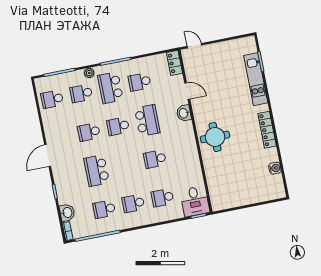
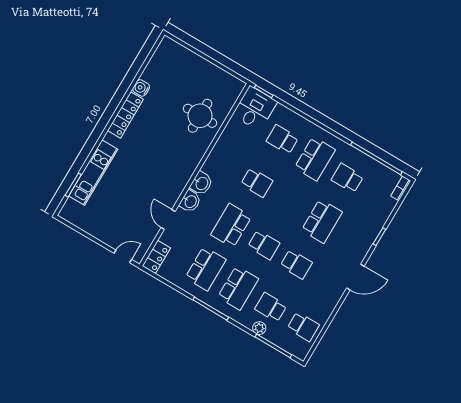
door: (194, 46) -> (123, 256), swing flipped
plant: (89, 73) -> (259, 328), moved
school desk: (140, 82) -> (206, 269), width x1.85
school desk: (81, 93) -> (271, 307), turned 180
round table: (215, 137) -> (200, 116), moved
water cooler: (275, 168) -> (141, 88), moved
school desk: (163, 198) -> (282, 139), turned 180
school desk: (133, 203) -> (315, 159), width x1.85
school desk: (104, 209) -> (347, 178), turned 180
washbasin: (67, 213) -> (201, 183), moved, turned 180

